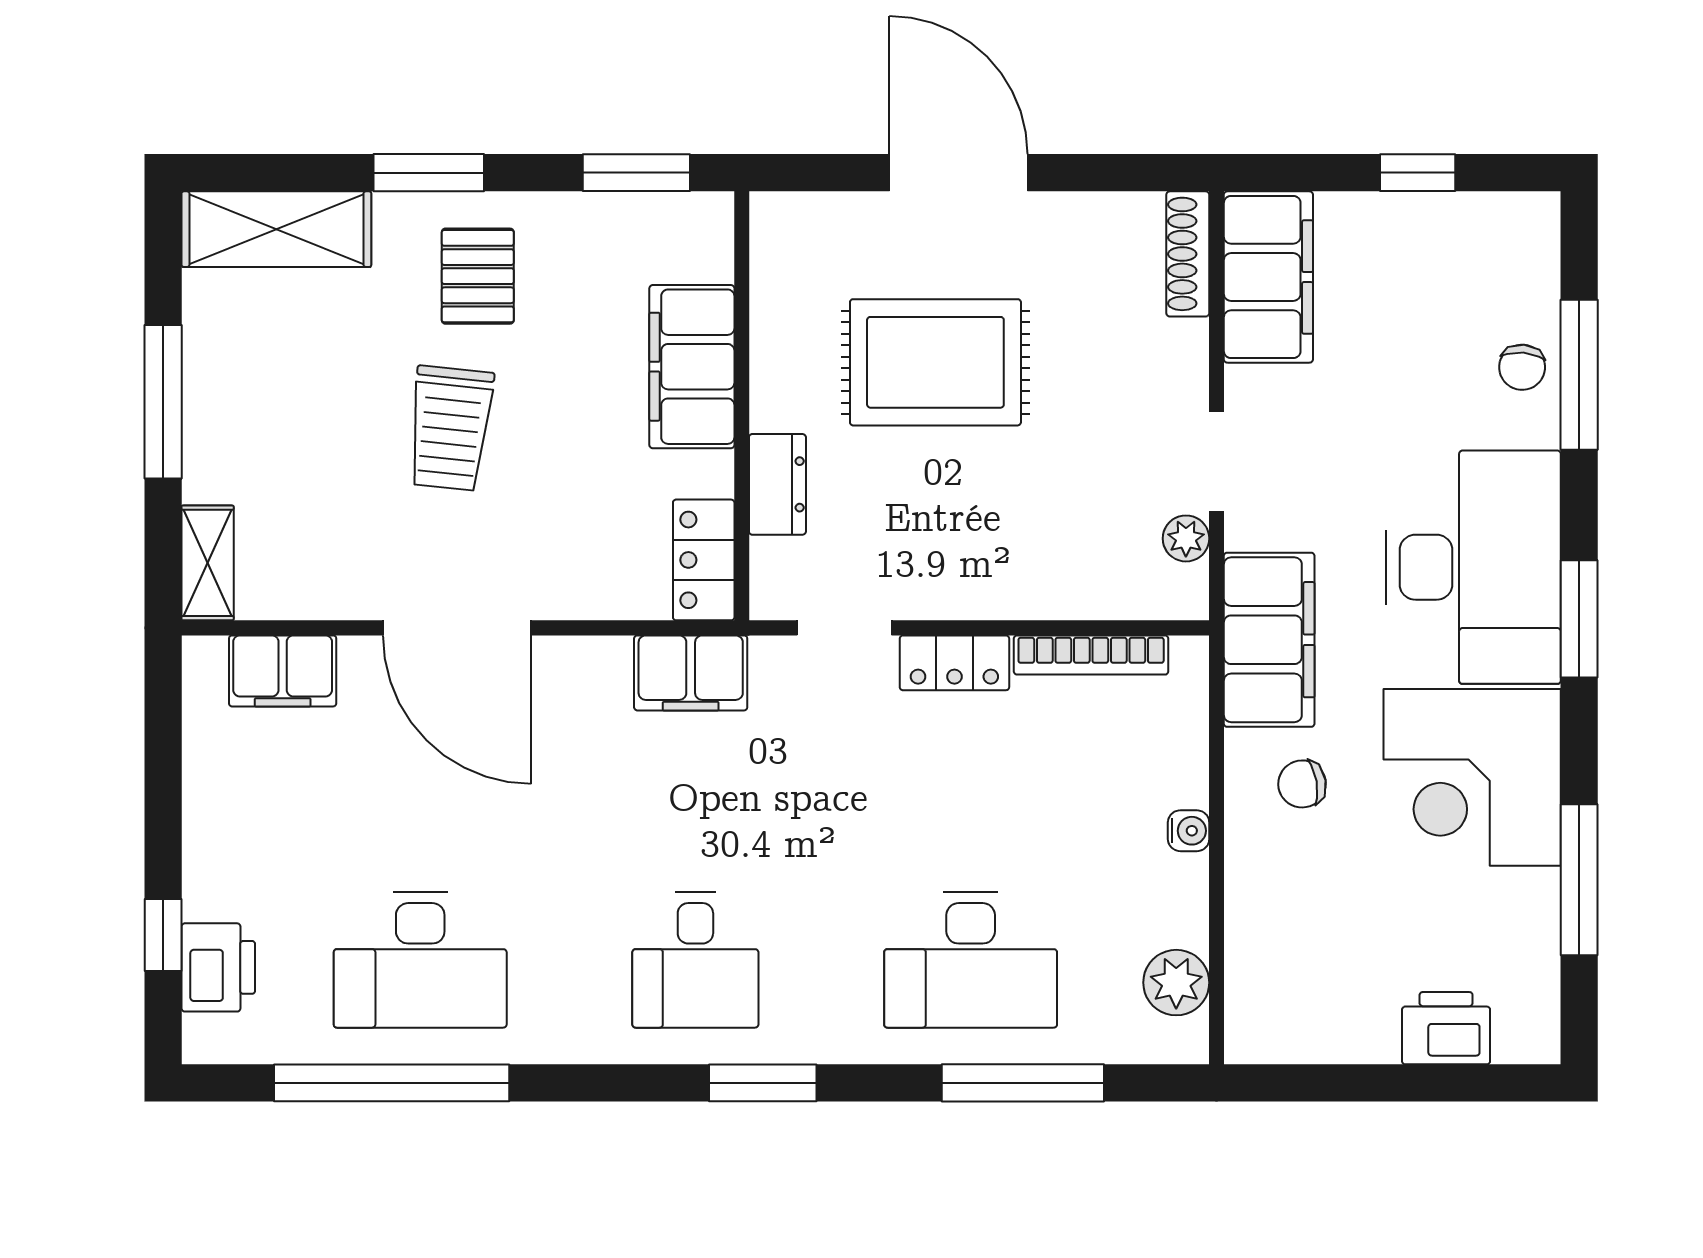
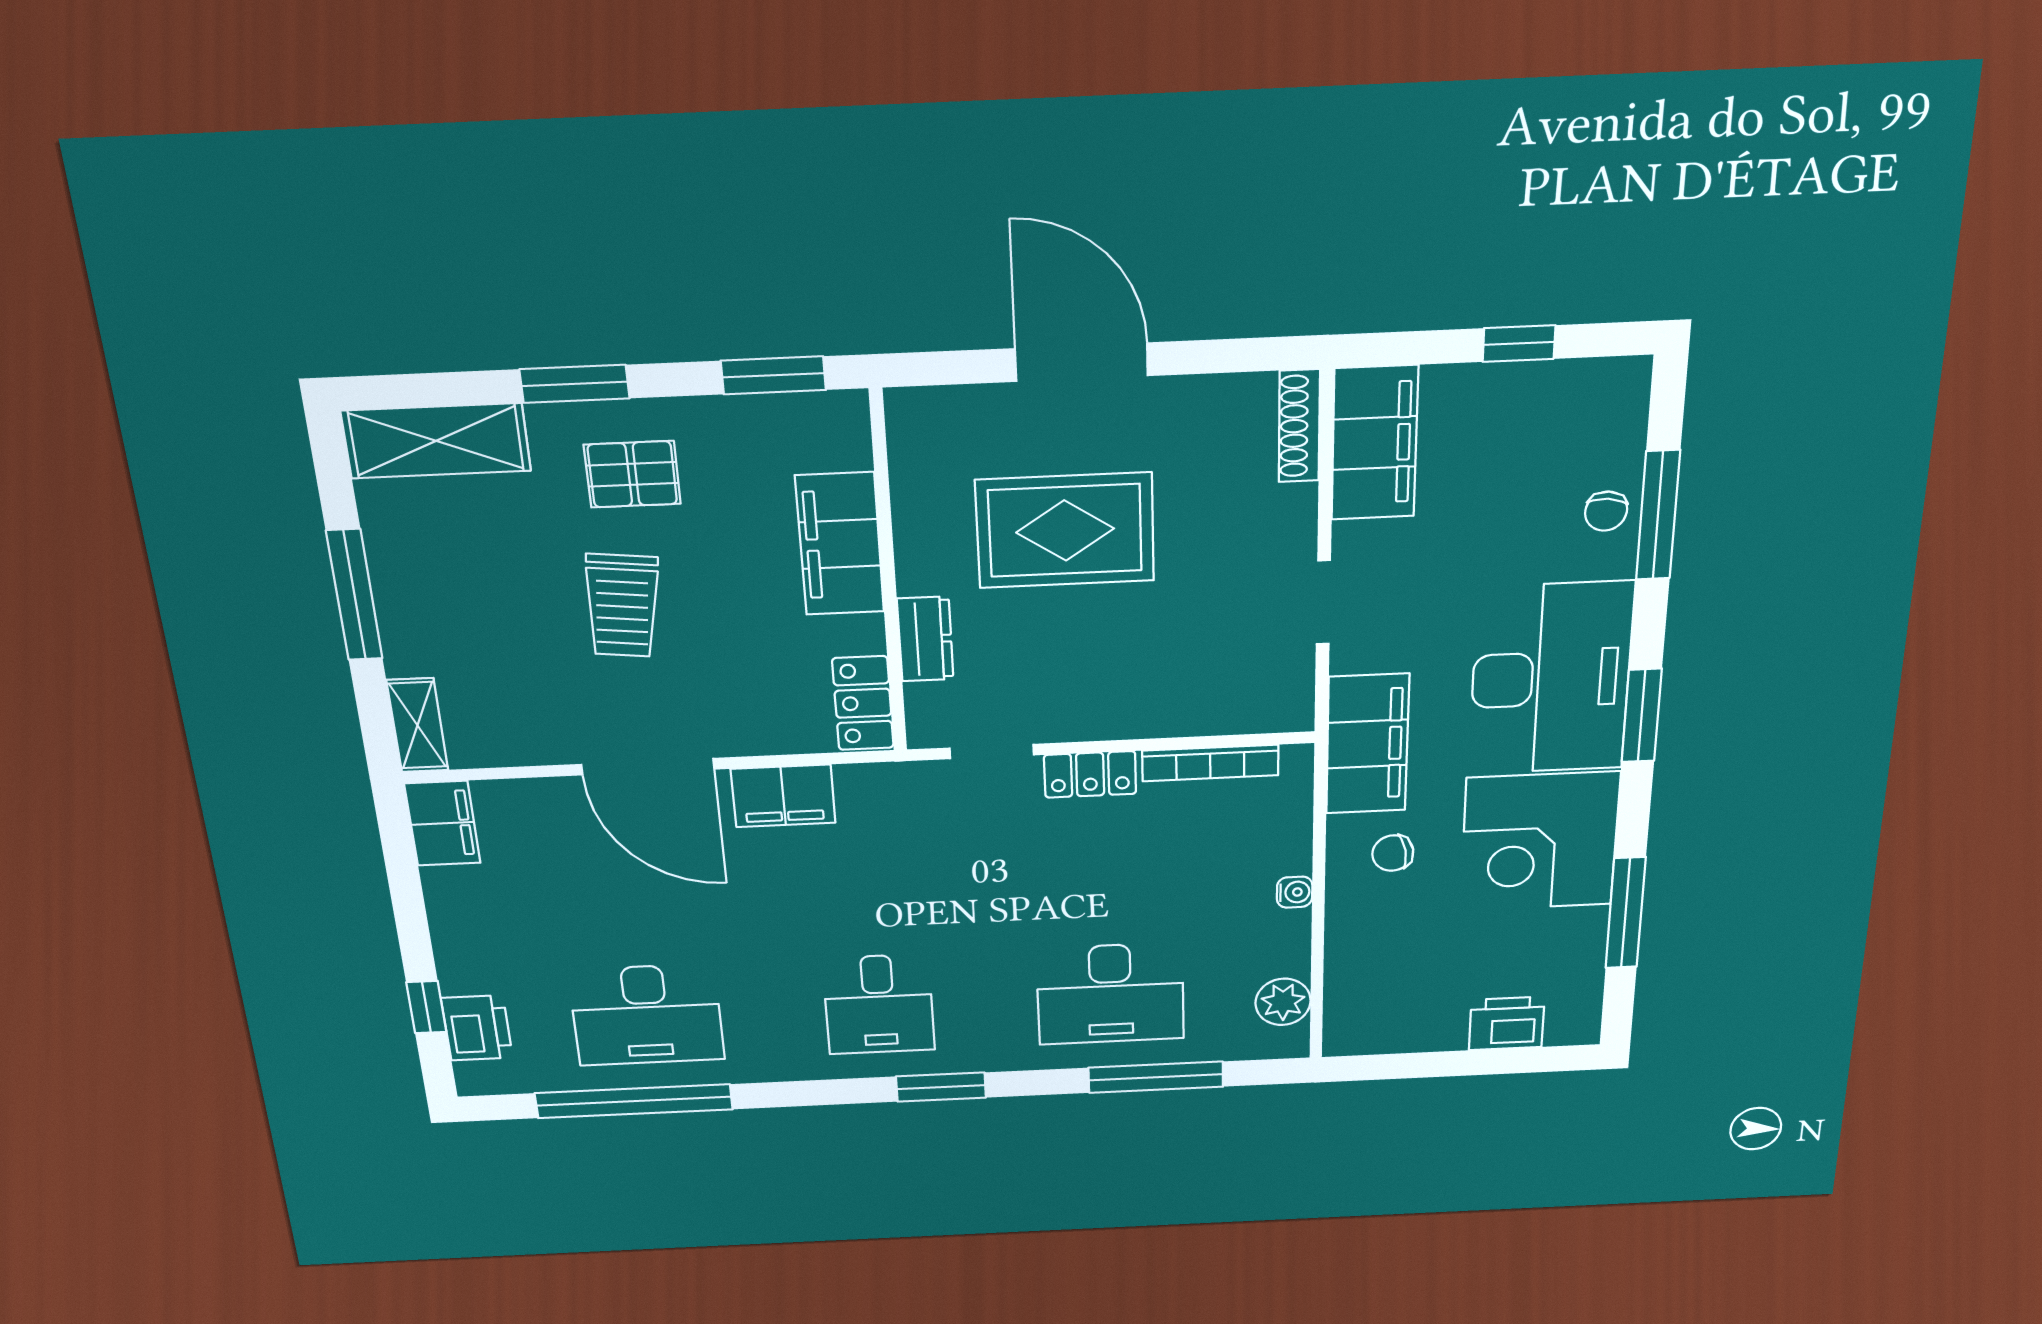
pallet: (478, 276) -> (632, 474), turned 90
plant: (1186, 538) -> (1295, 667), removed
filing cabinet: (283, 671) -> (442, 823), moved, turned -90
filing cabinet: (691, 673) -> (783, 796), moved

